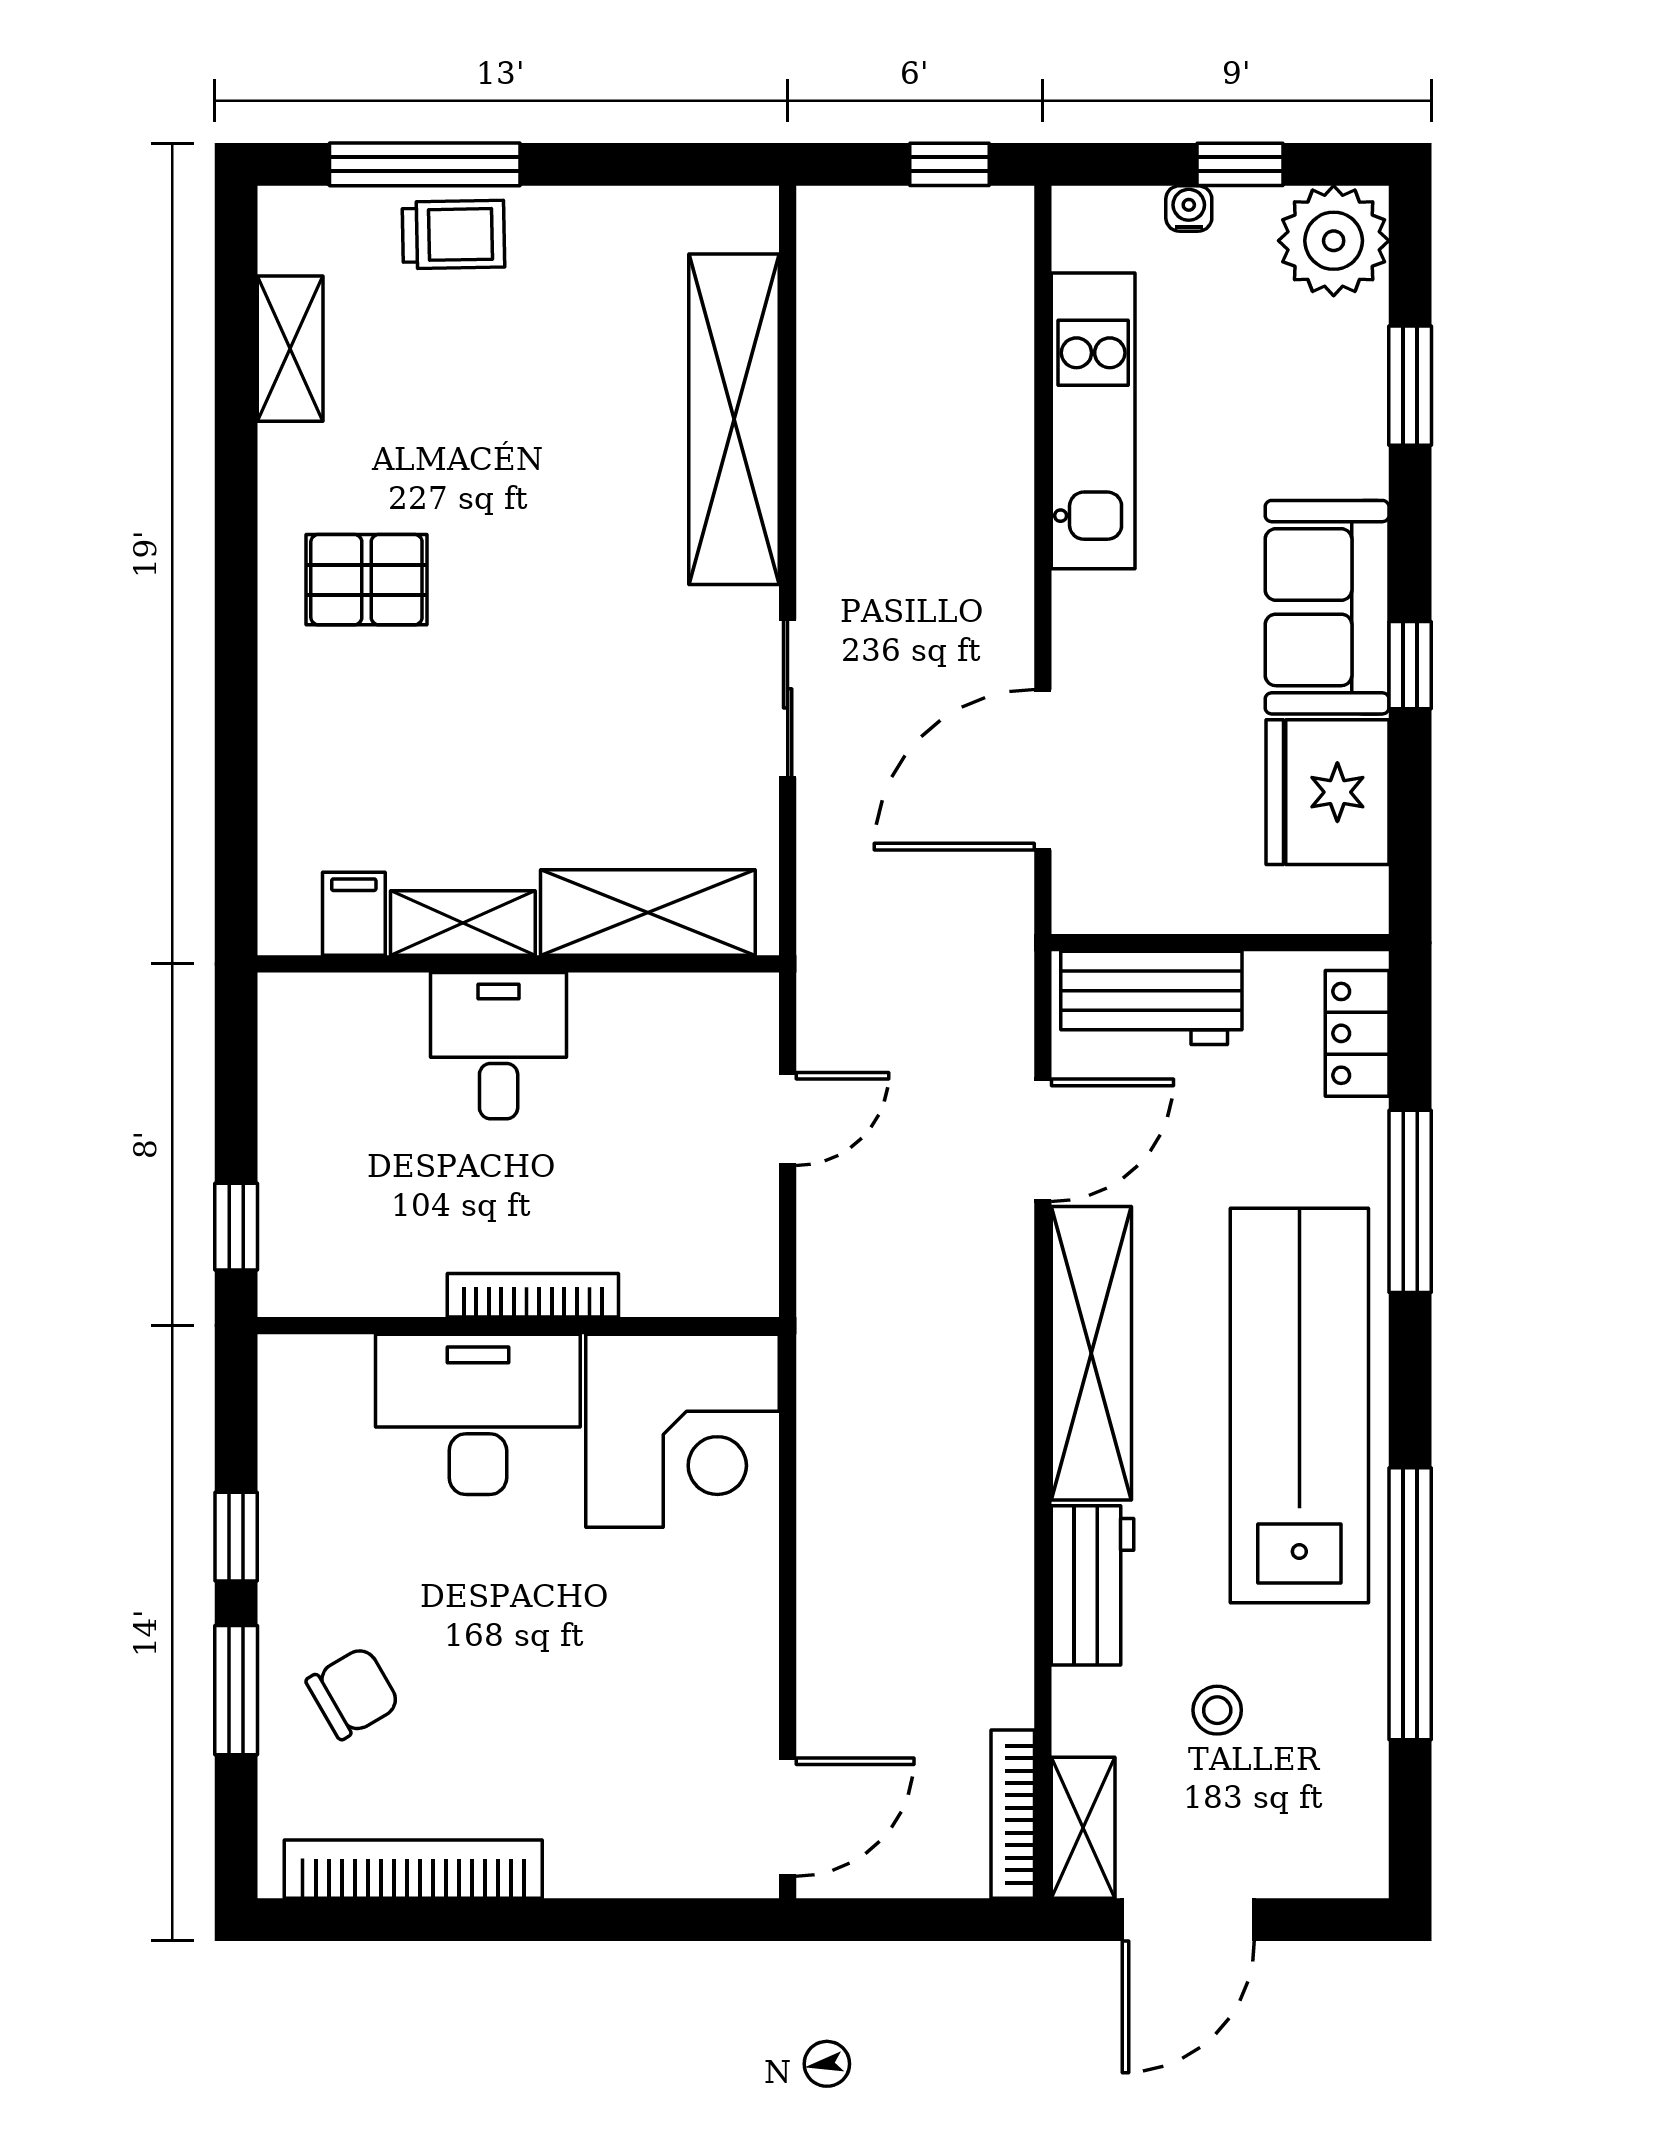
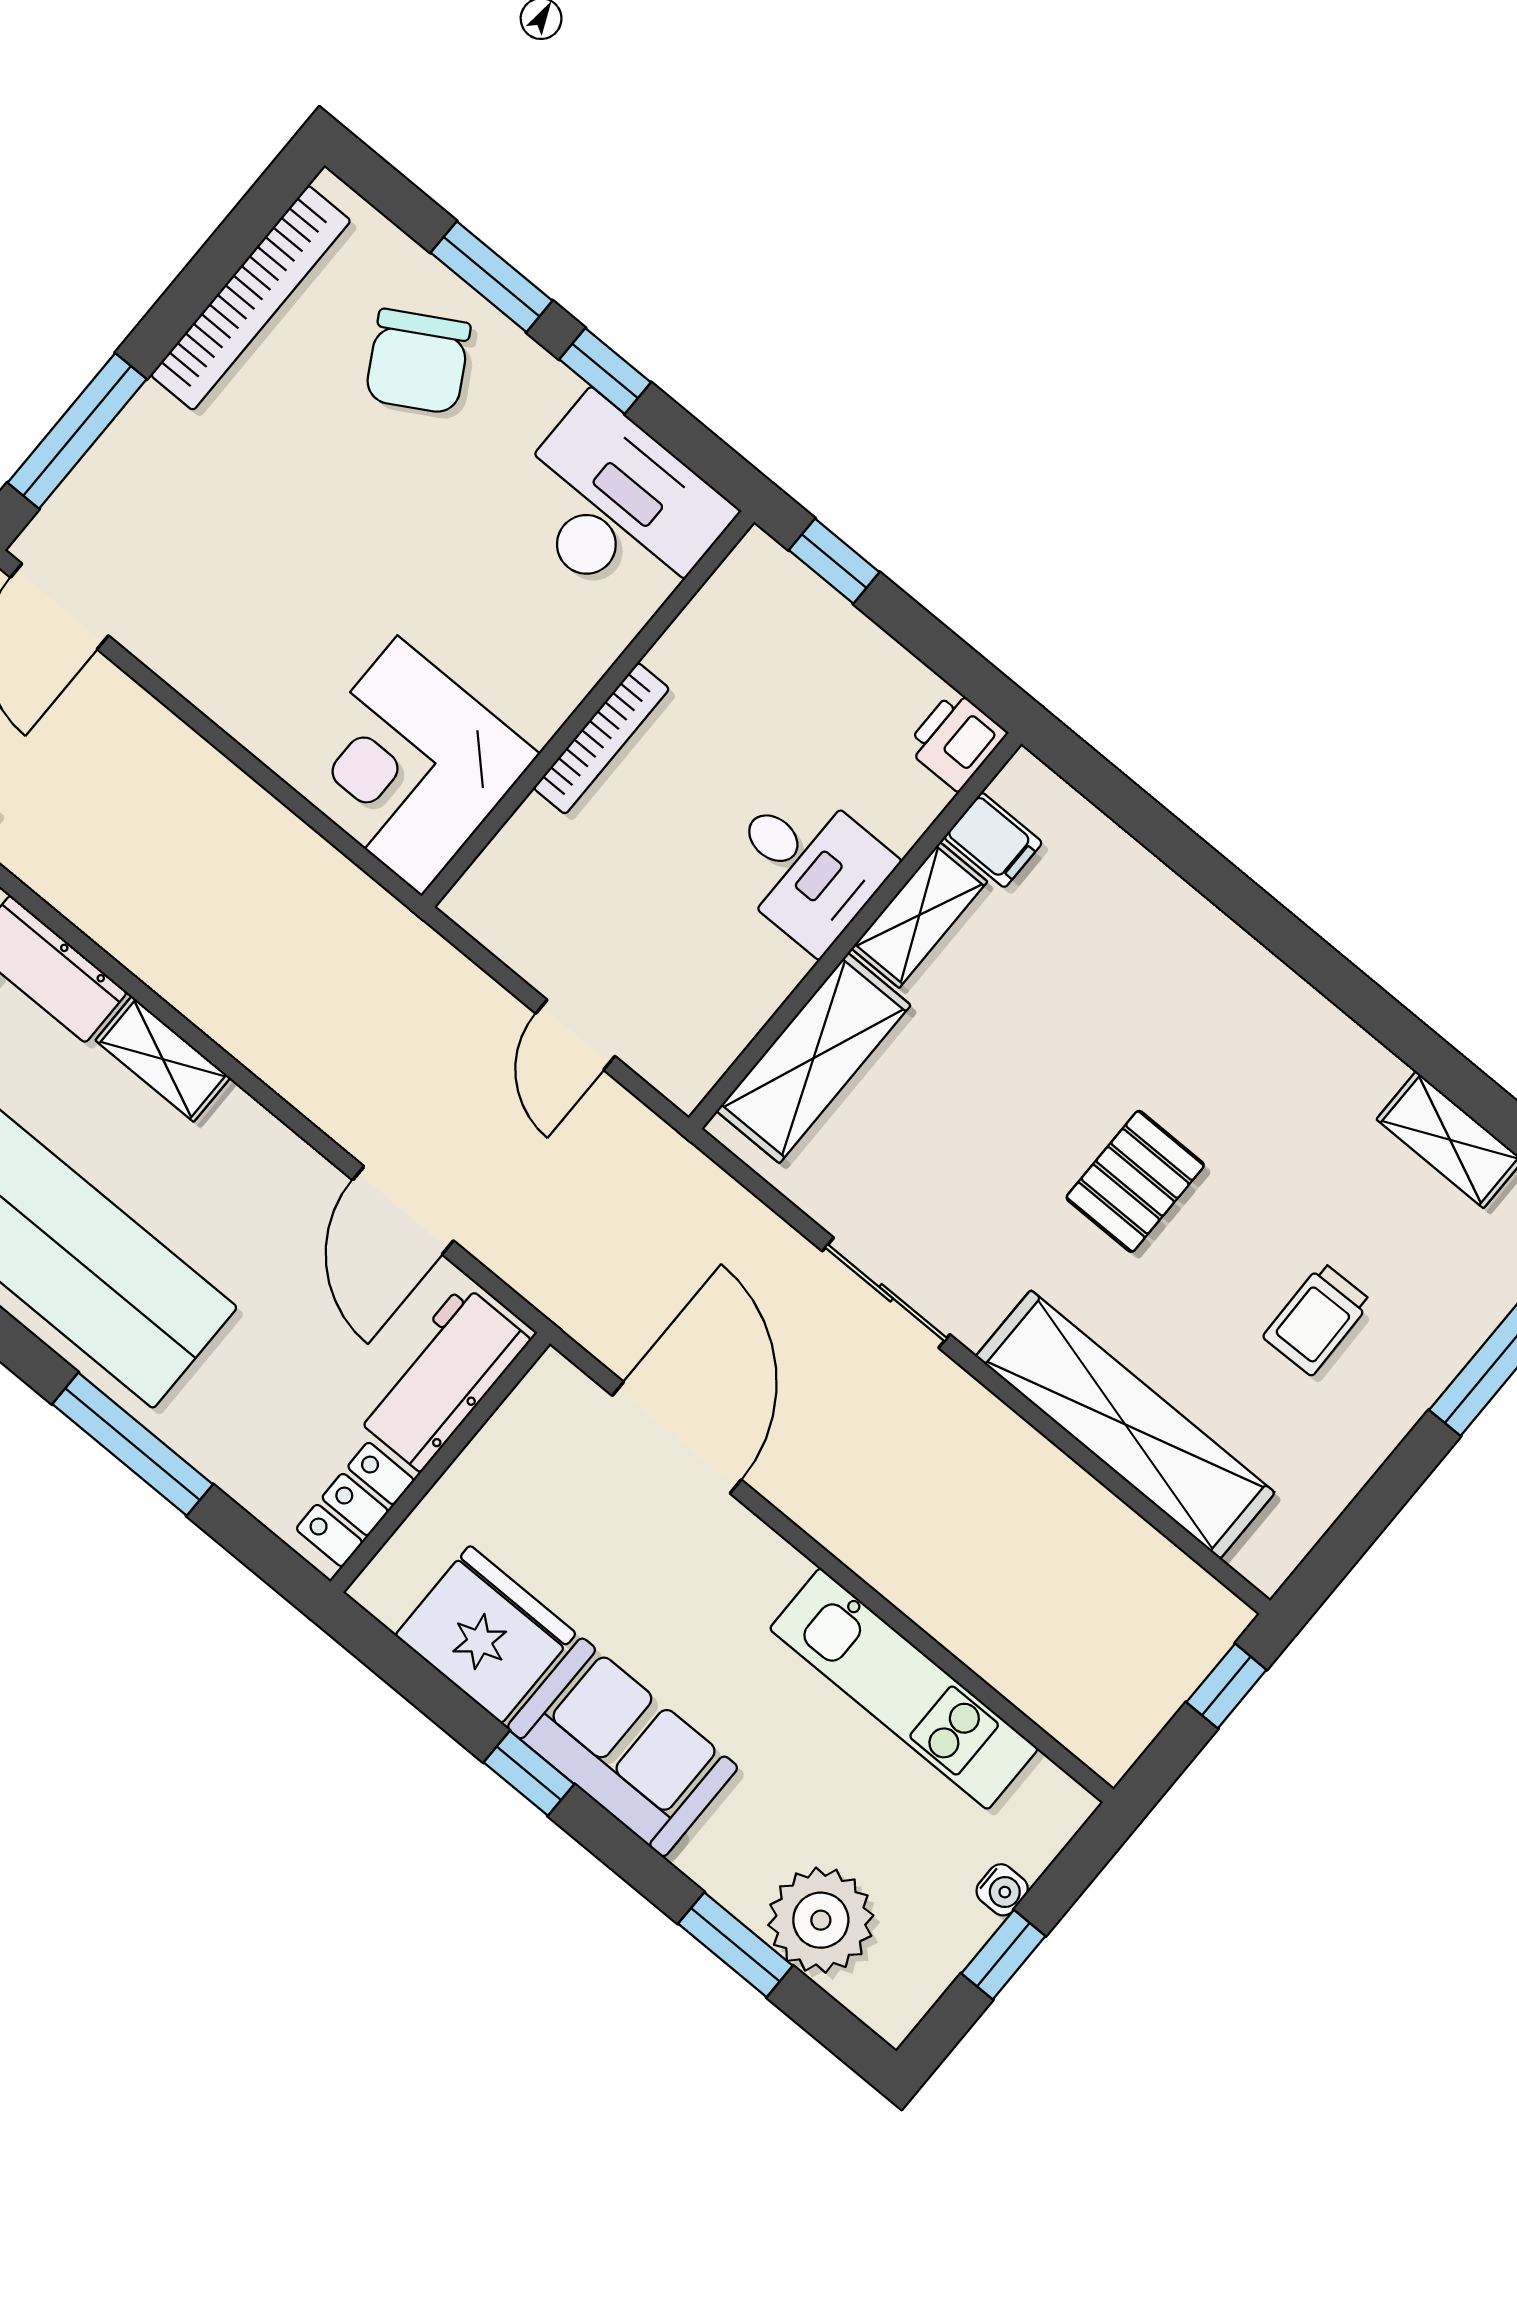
window: (950, 164) -> (1226, 1686), moved
trolley: (453, 235) -> (1317, 1319), moved
plant: (1334, 241) -> (821, 1920), moved
pallet: (366, 580) -> (1135, 1181), moved
printer: (298, 1010) -> (956, 740), added
locker: (1357, 1033) -> (355, 1505), moved, turned -90
shelving: (1091, 1353) -> (163, 1059), width x0.45, depth x0.75
desk: (478, 1414) -> (617, 508), moved, turned -90
chair: (353, 1693) -> (418, 361), width x1.37, depth x1.37
window: (635, 1920) -> (77, 431), added

